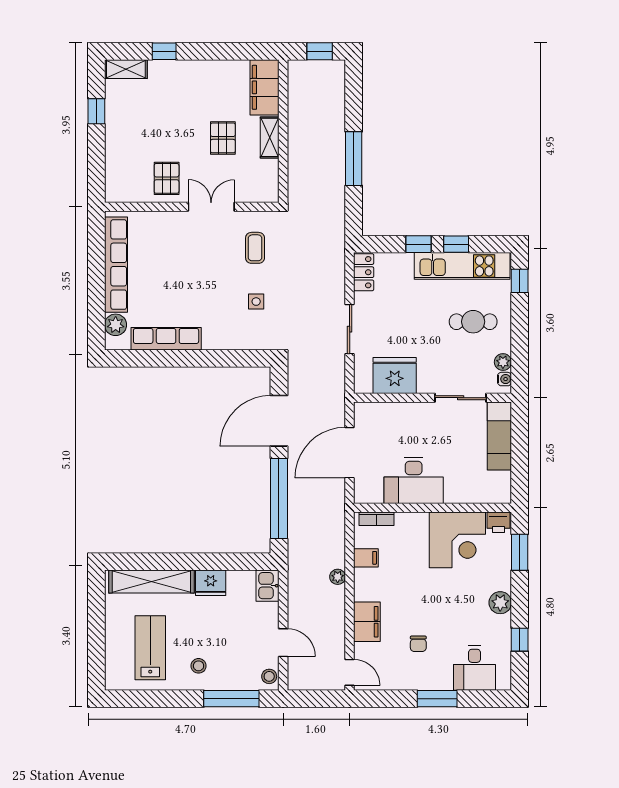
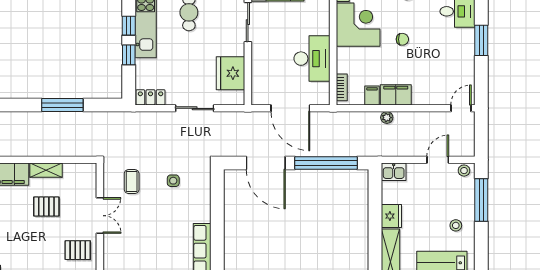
double door: (211, 207) -> (100, 216), swing flipped
coffee table: (255, 248) -> (132, 182), turned 90
filing cabinet: (367, 622) -> (396, 95), moved
chair: (418, 644) -> (402, 39), moved

